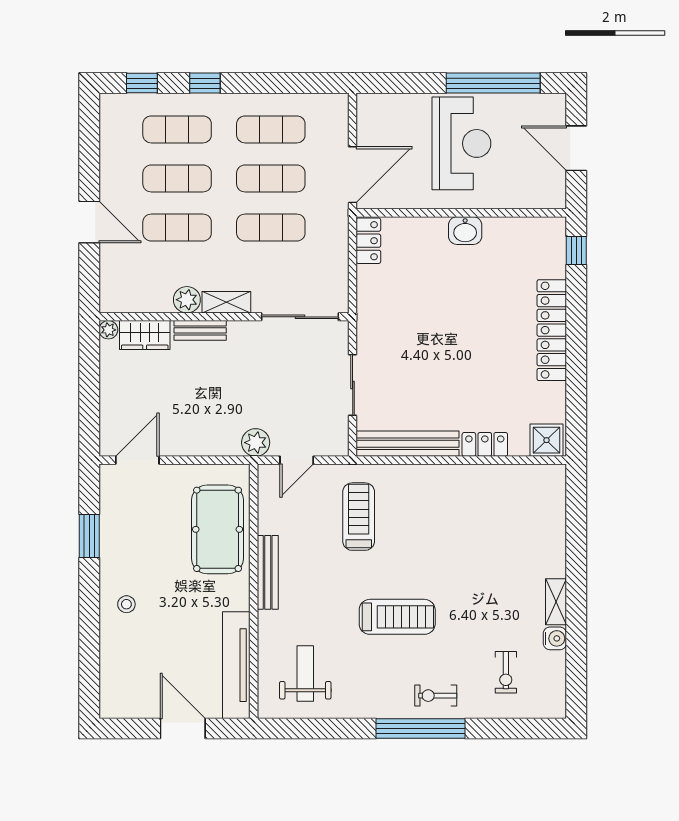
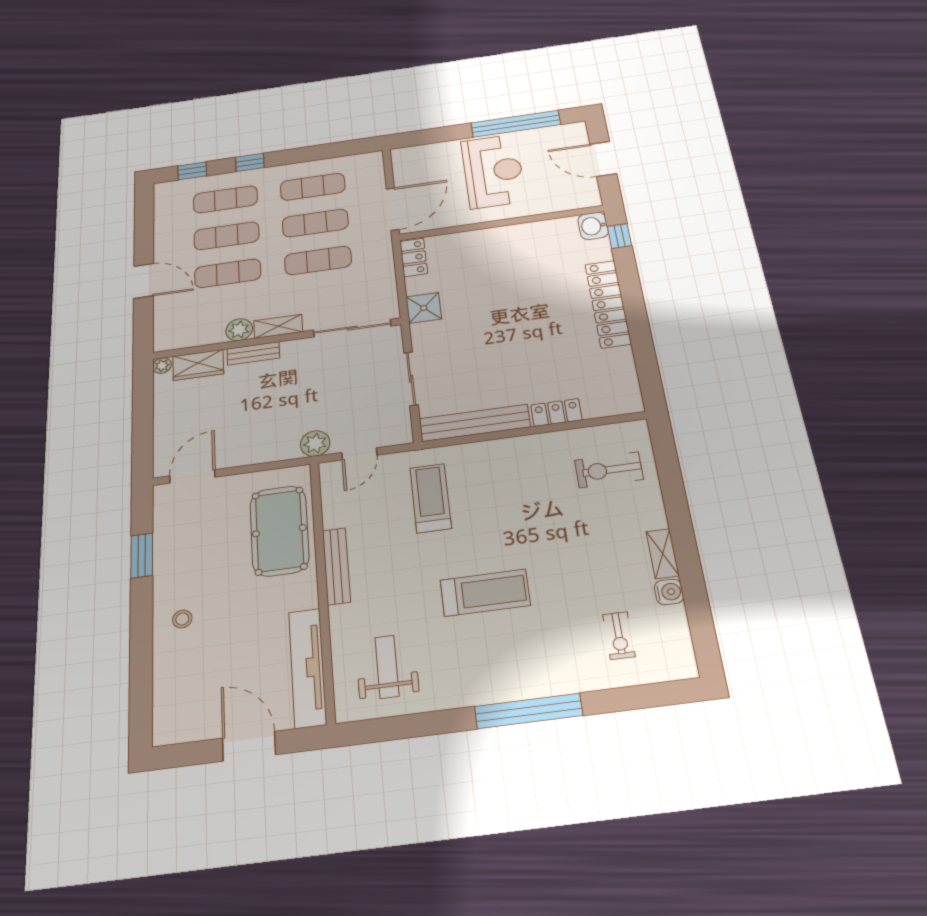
washbasin: (465, 231) -> (593, 226), moved, turned 90
shower: (547, 440) -> (424, 308), moved
exercise bike: (436, 696) -> (609, 470), moved, width x1.38, depth x1.39

